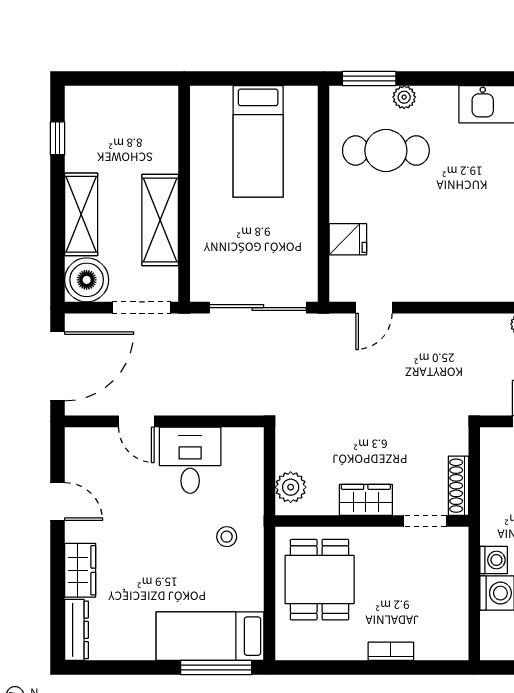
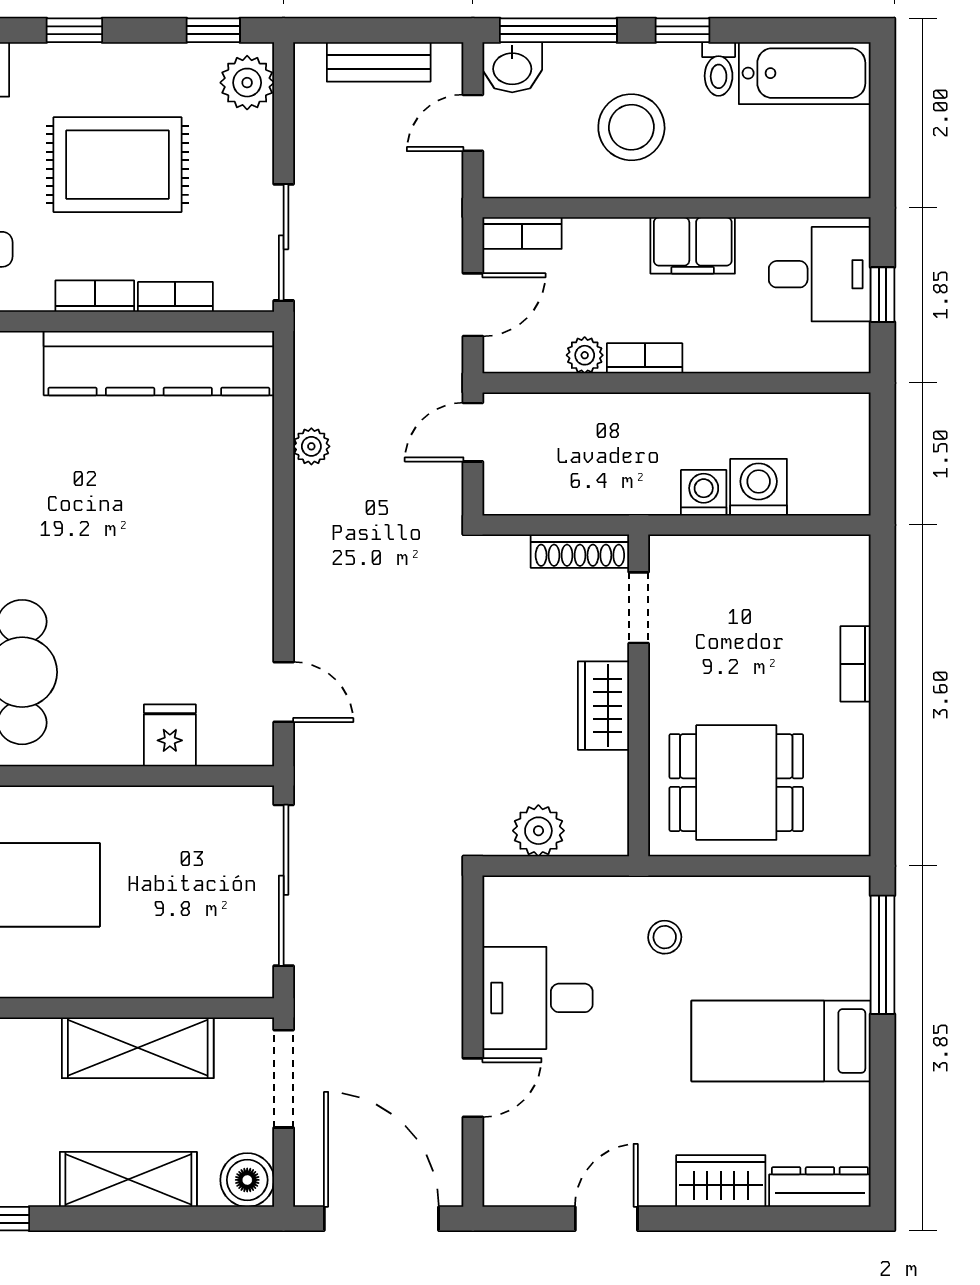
boiler: (87, 280) -> (247, 1180), width x0.73, depth x0.73
plant: (291, 487) -> (538, 831), moved
bed: (210, 636) -> (781, 1041), moved, turned 90

